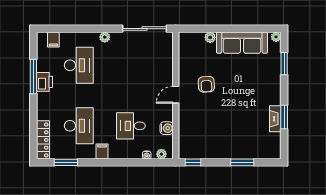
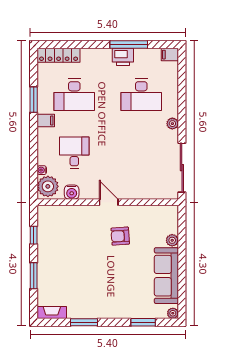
filing cabinet: (53, 40) -> (170, 55), moved
fireplace: (275, 119) -> (52, 313), moved
plant: (161, 154) -> (48, 186), width x1.87, depth x1.87
window: (66, 162) -> (34, 100), moved
window: (193, 162) -> (34, 235), moved

